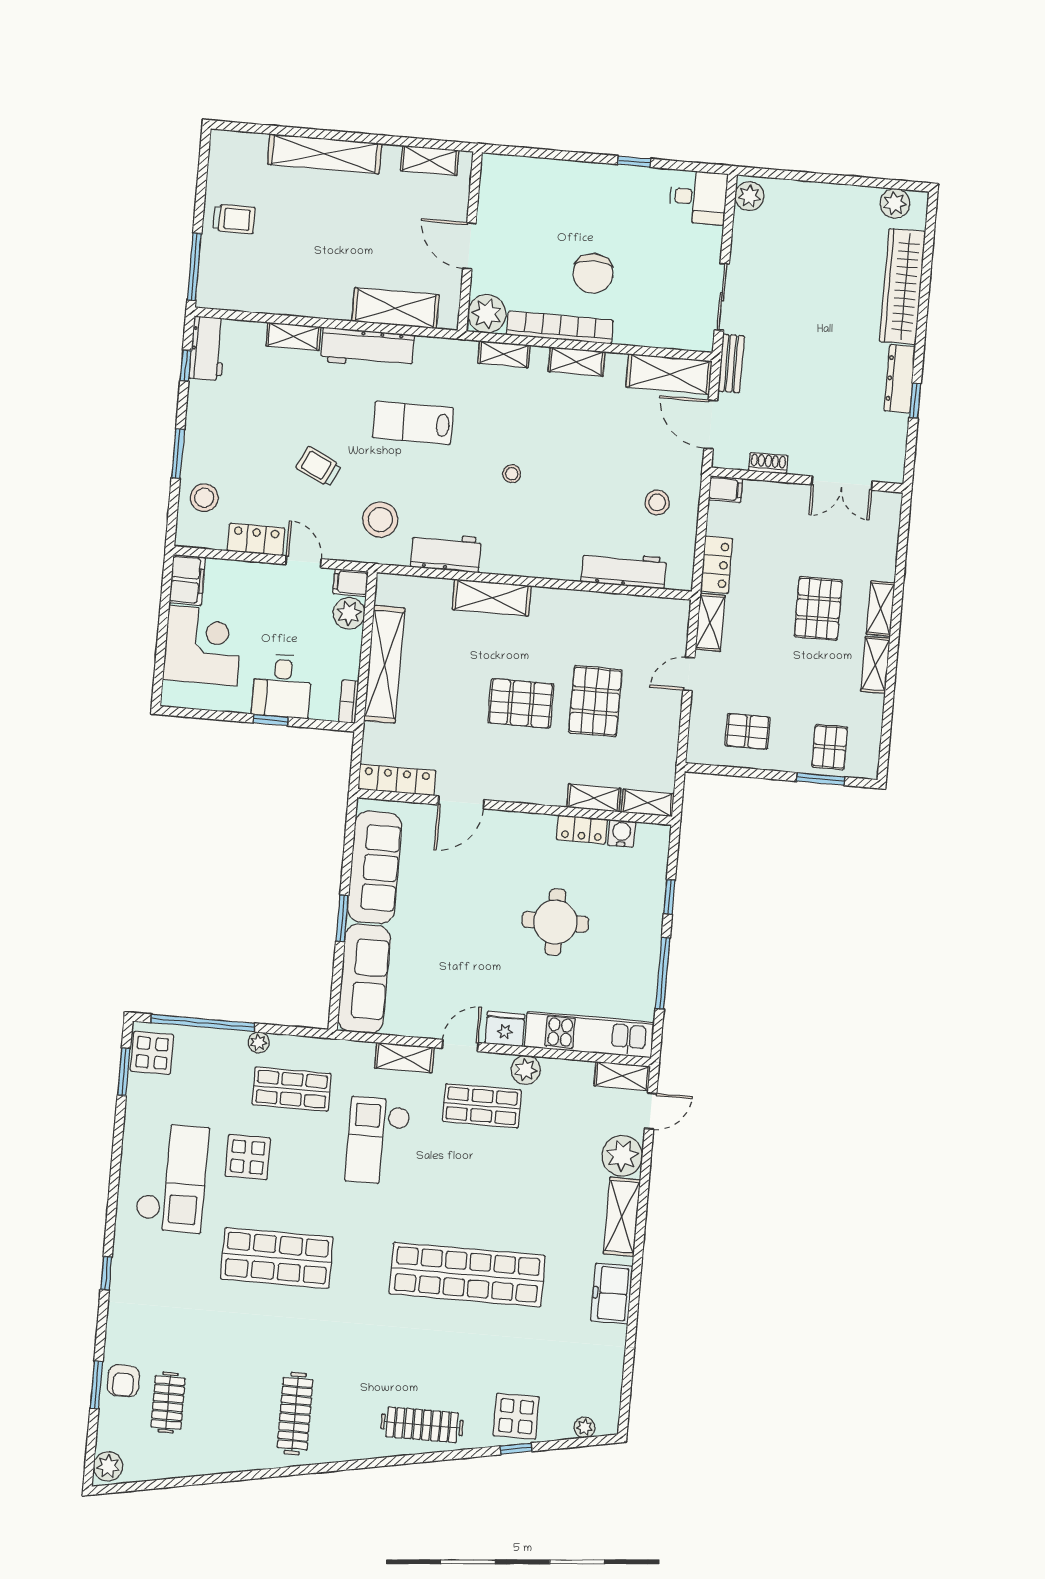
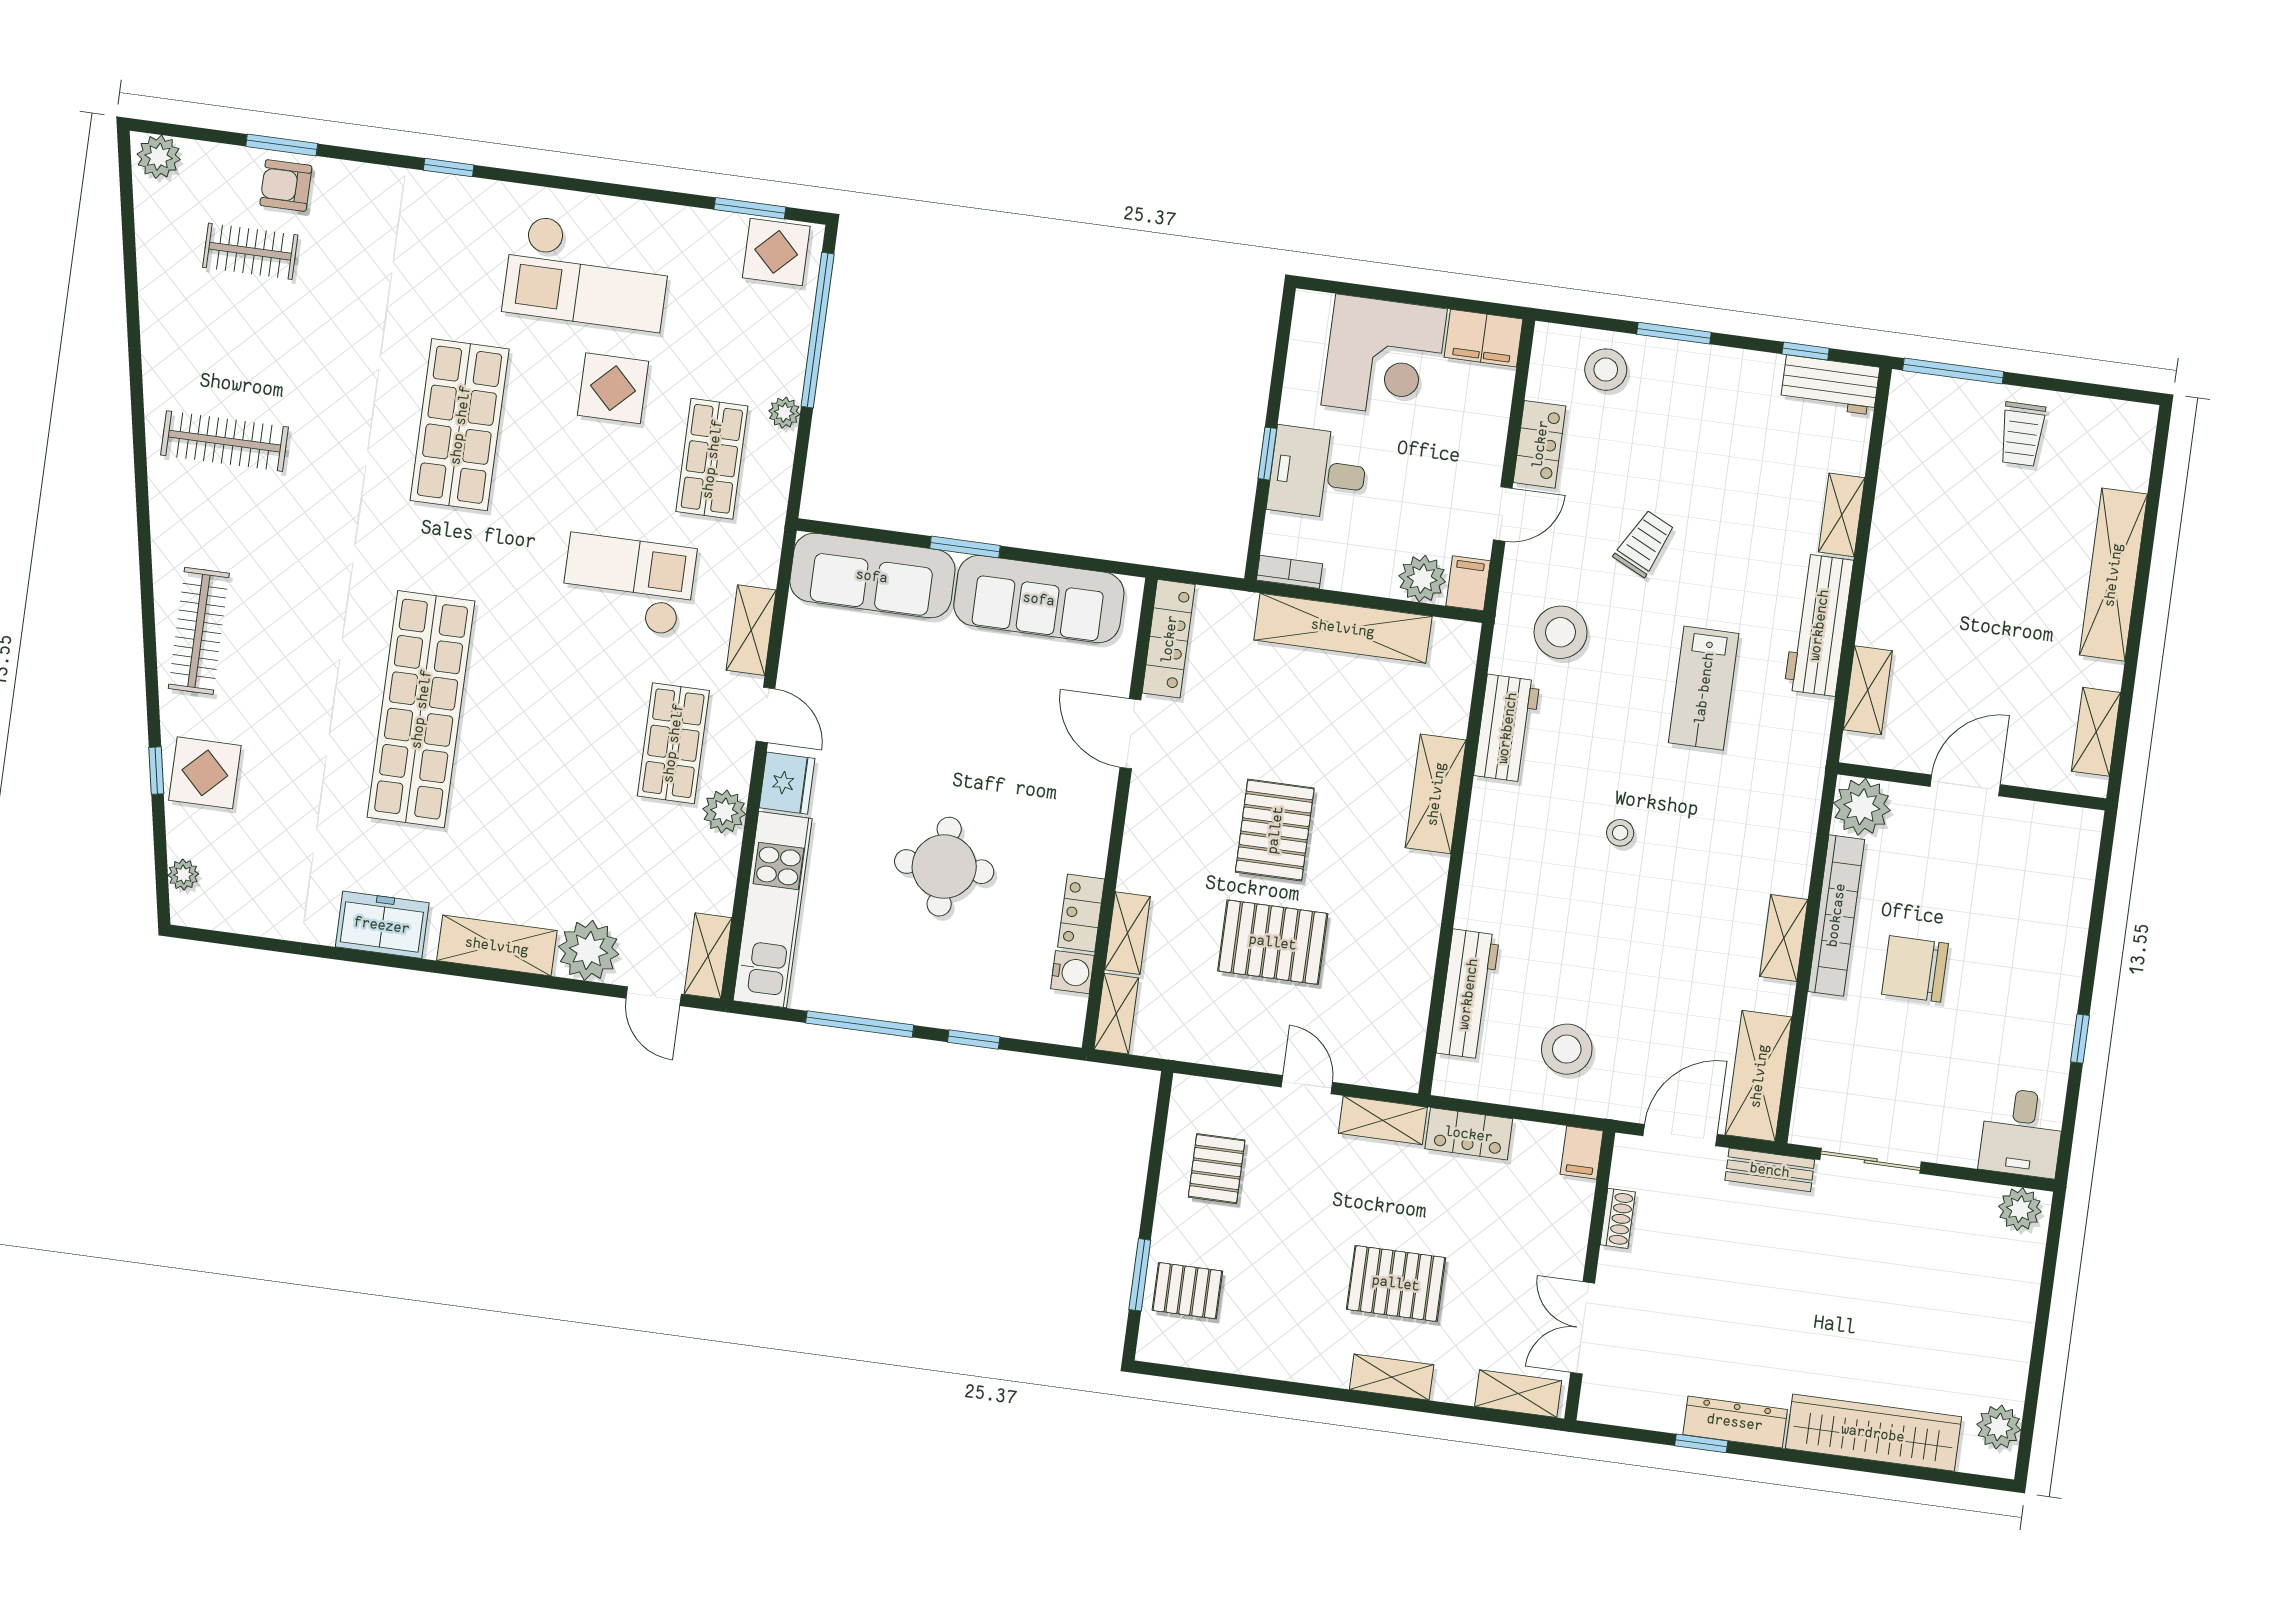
shelving: (396, 308) -> (1868, 690), width x0.67, depth x0.75
shelving: (504, 354) -> (1800, 830), removed
lab bench: (413, 423) -> (1704, 688), turned 180
stool: (657, 502) -> (1567, 1049), width x1.38, depth x1.38
shelving: (875, 665) -> (1518, 1394), moved

